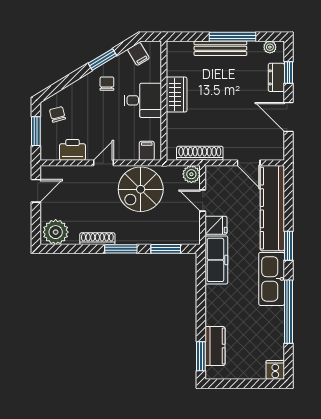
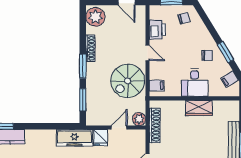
spiral stairs: (141, 189) -> (128, 81), turned -90

